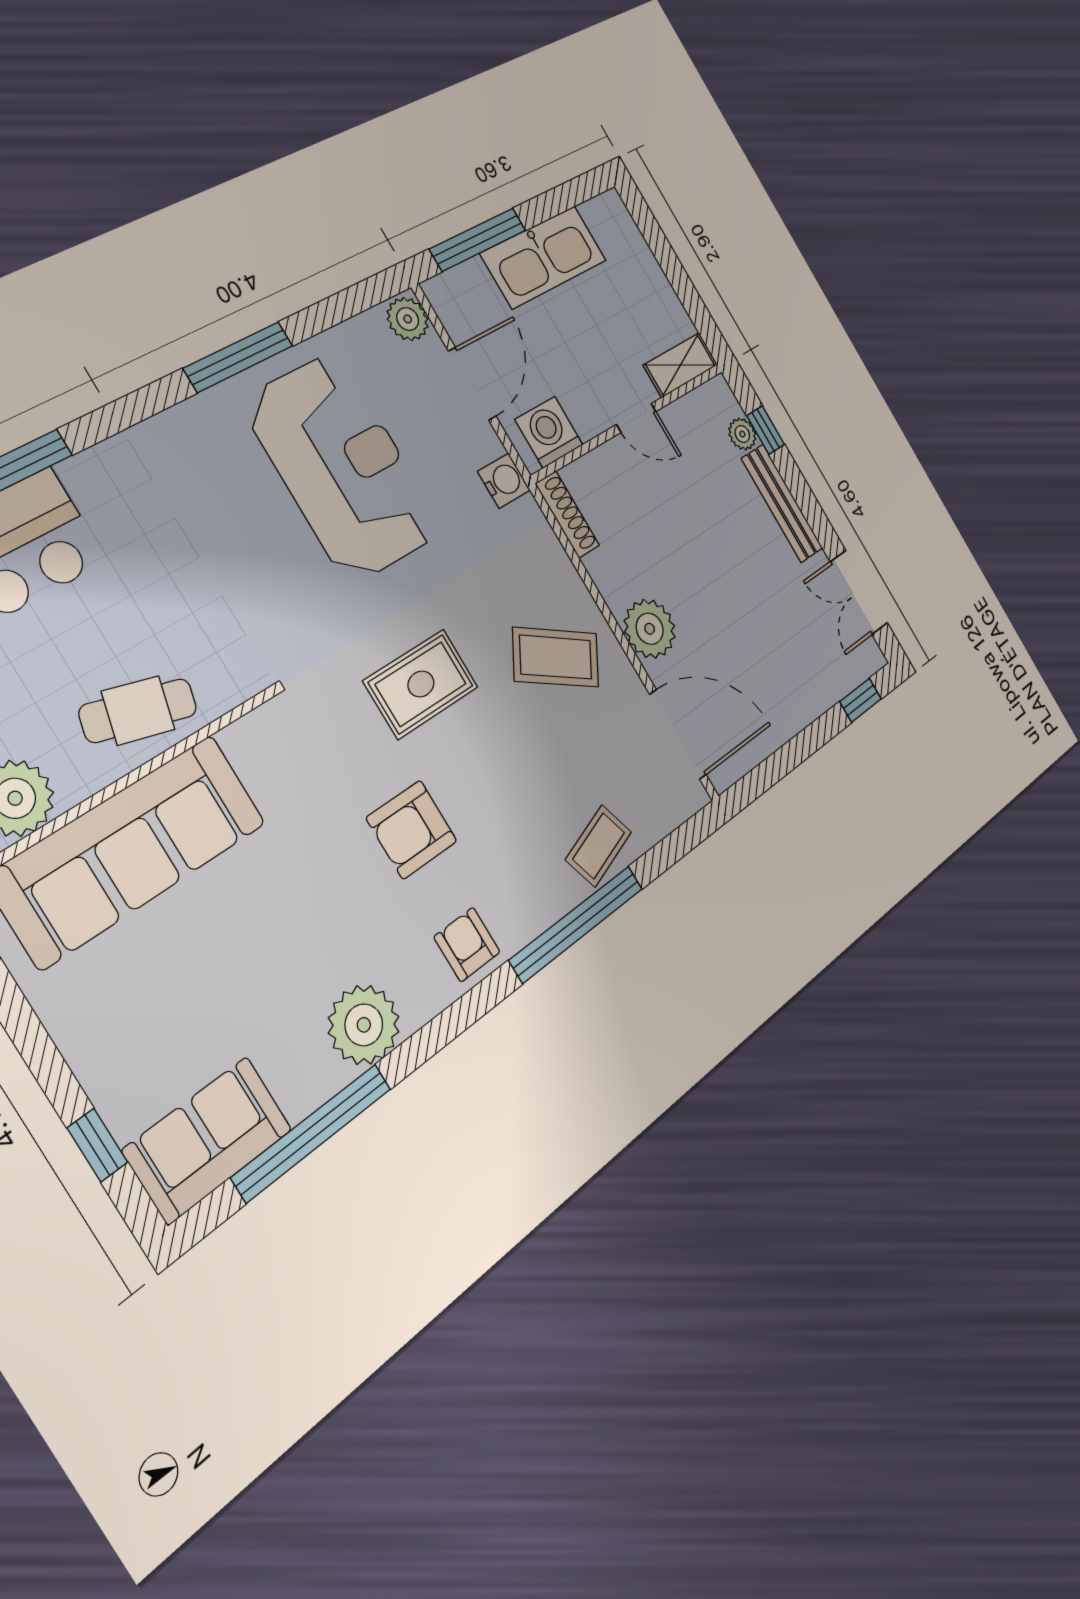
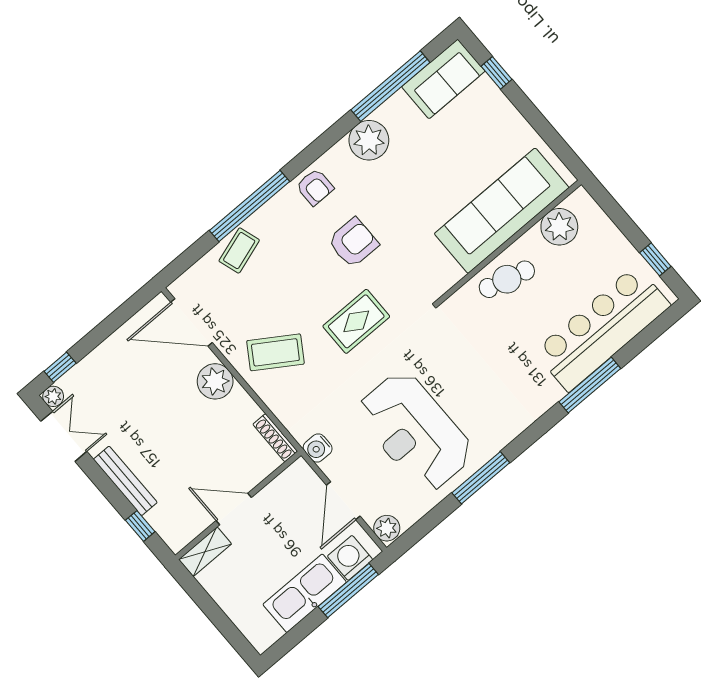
door: (636, 418) -> (234, 509), width x1.38
washing machine: (549, 432) -> (350, 558), moved, turned 180
plant: (742, 434) -> (53, 396), moved

